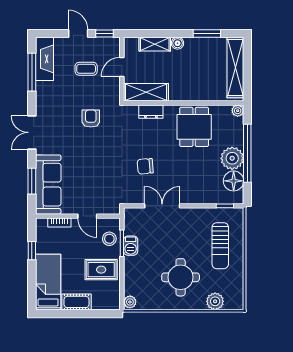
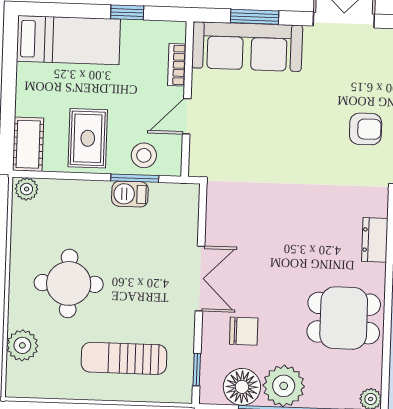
chair: (145, 166) -> (244, 331), moved, turned 95
double door: (162, 206) -> (200, 279), moved
cot: (76, 302) -> (28, 144), moved

